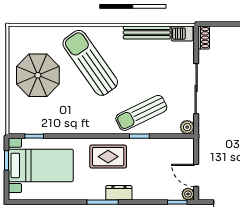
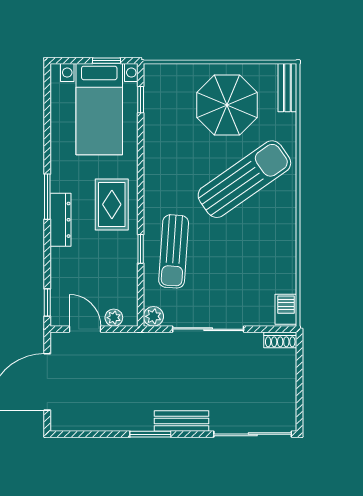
bench: (147, 33) -> (287, 88), moved, width x0.73
sun lounger: (141, 113) -> (174, 251), turned -150
door: (196, 175) -> (85, 329), hinge flipped
dresser: (119, 193) -> (60, 220), width x1.44
plant: (188, 194) -> (114, 318), moved

